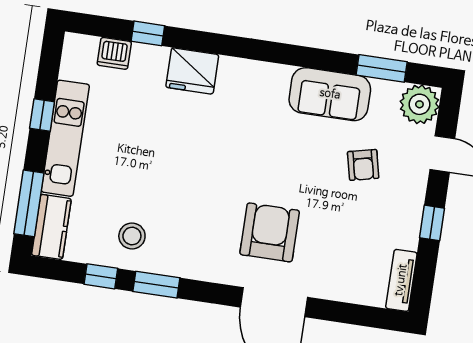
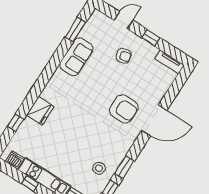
dishwasher: (114, 53) -> (15, 160), moved, turned -90
plant: (419, 104) -> (98, 20), removed
armchair: (363, 165) -> (124, 56), moved
armchair: (270, 232) -> (124, 109), turned 180

